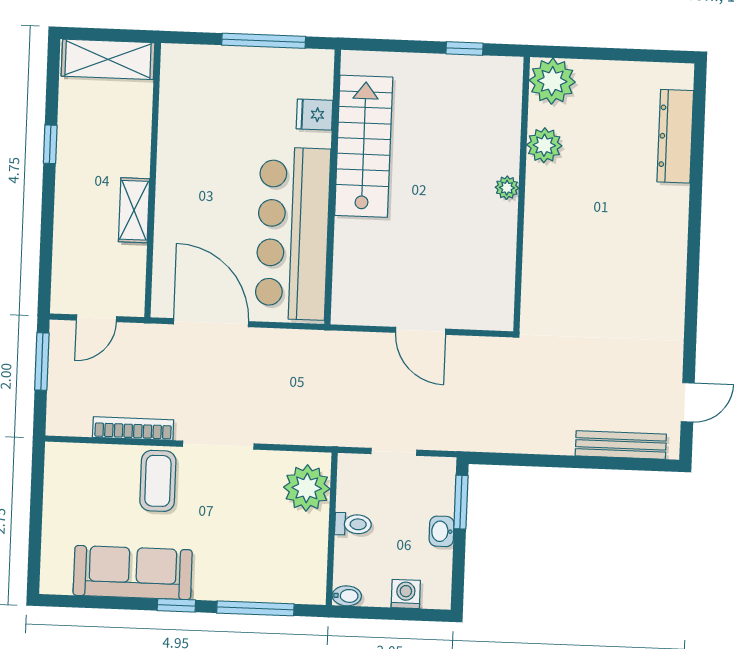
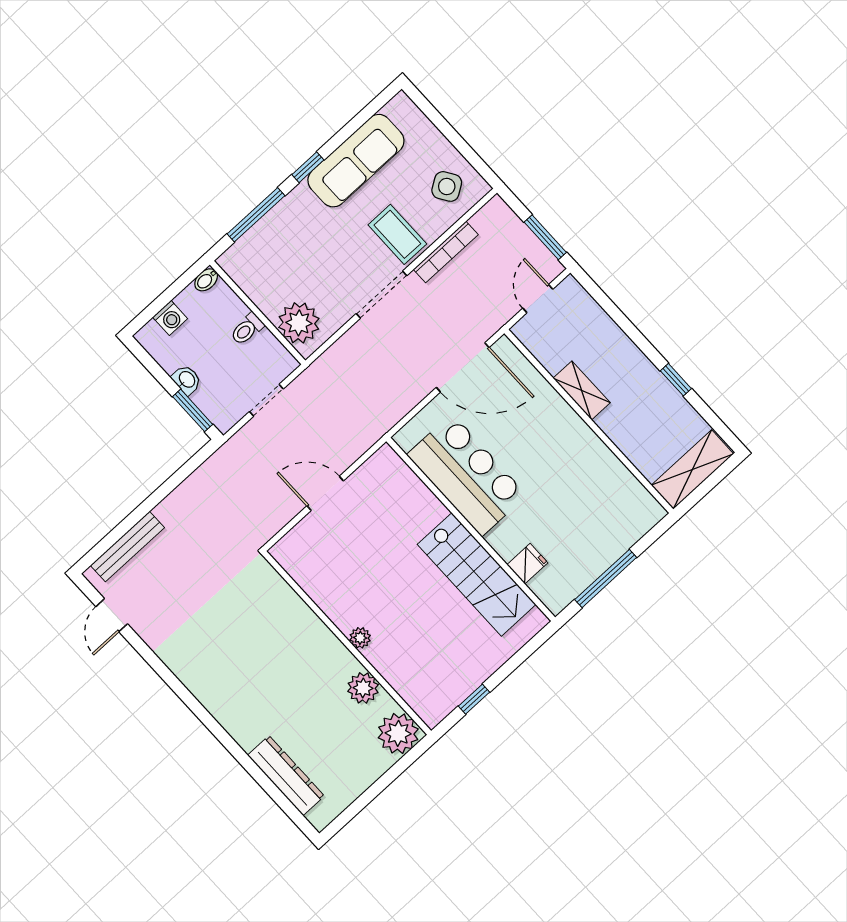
bar counter: (293, 233) -> (467, 475), width x0.73
side table: (81, 480) -> (447, 186), added

